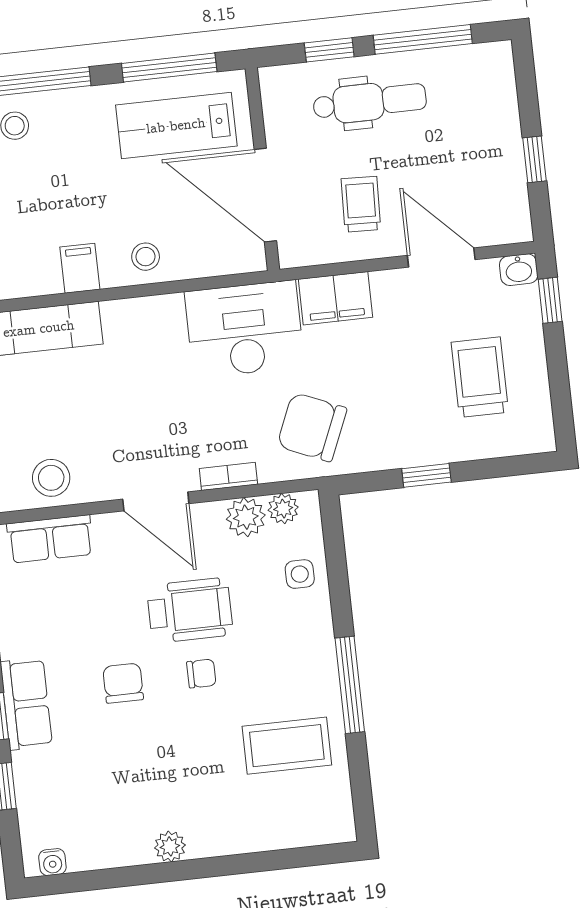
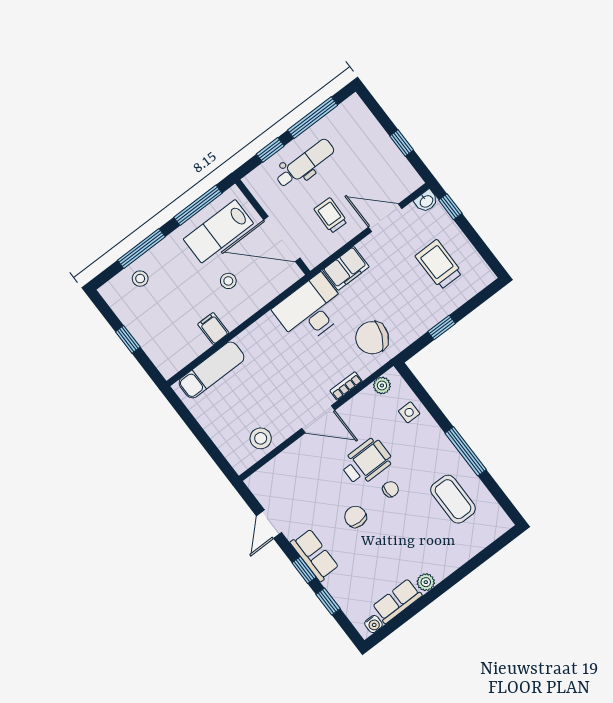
stool: (146, 257) -> (228, 281), moved
plant: (246, 517) -> (366, 401), removed
row of seats: (50, 539) -> (397, 601), moved, turned 180
coffee table: (287, 746) -> (453, 499), turned 90

